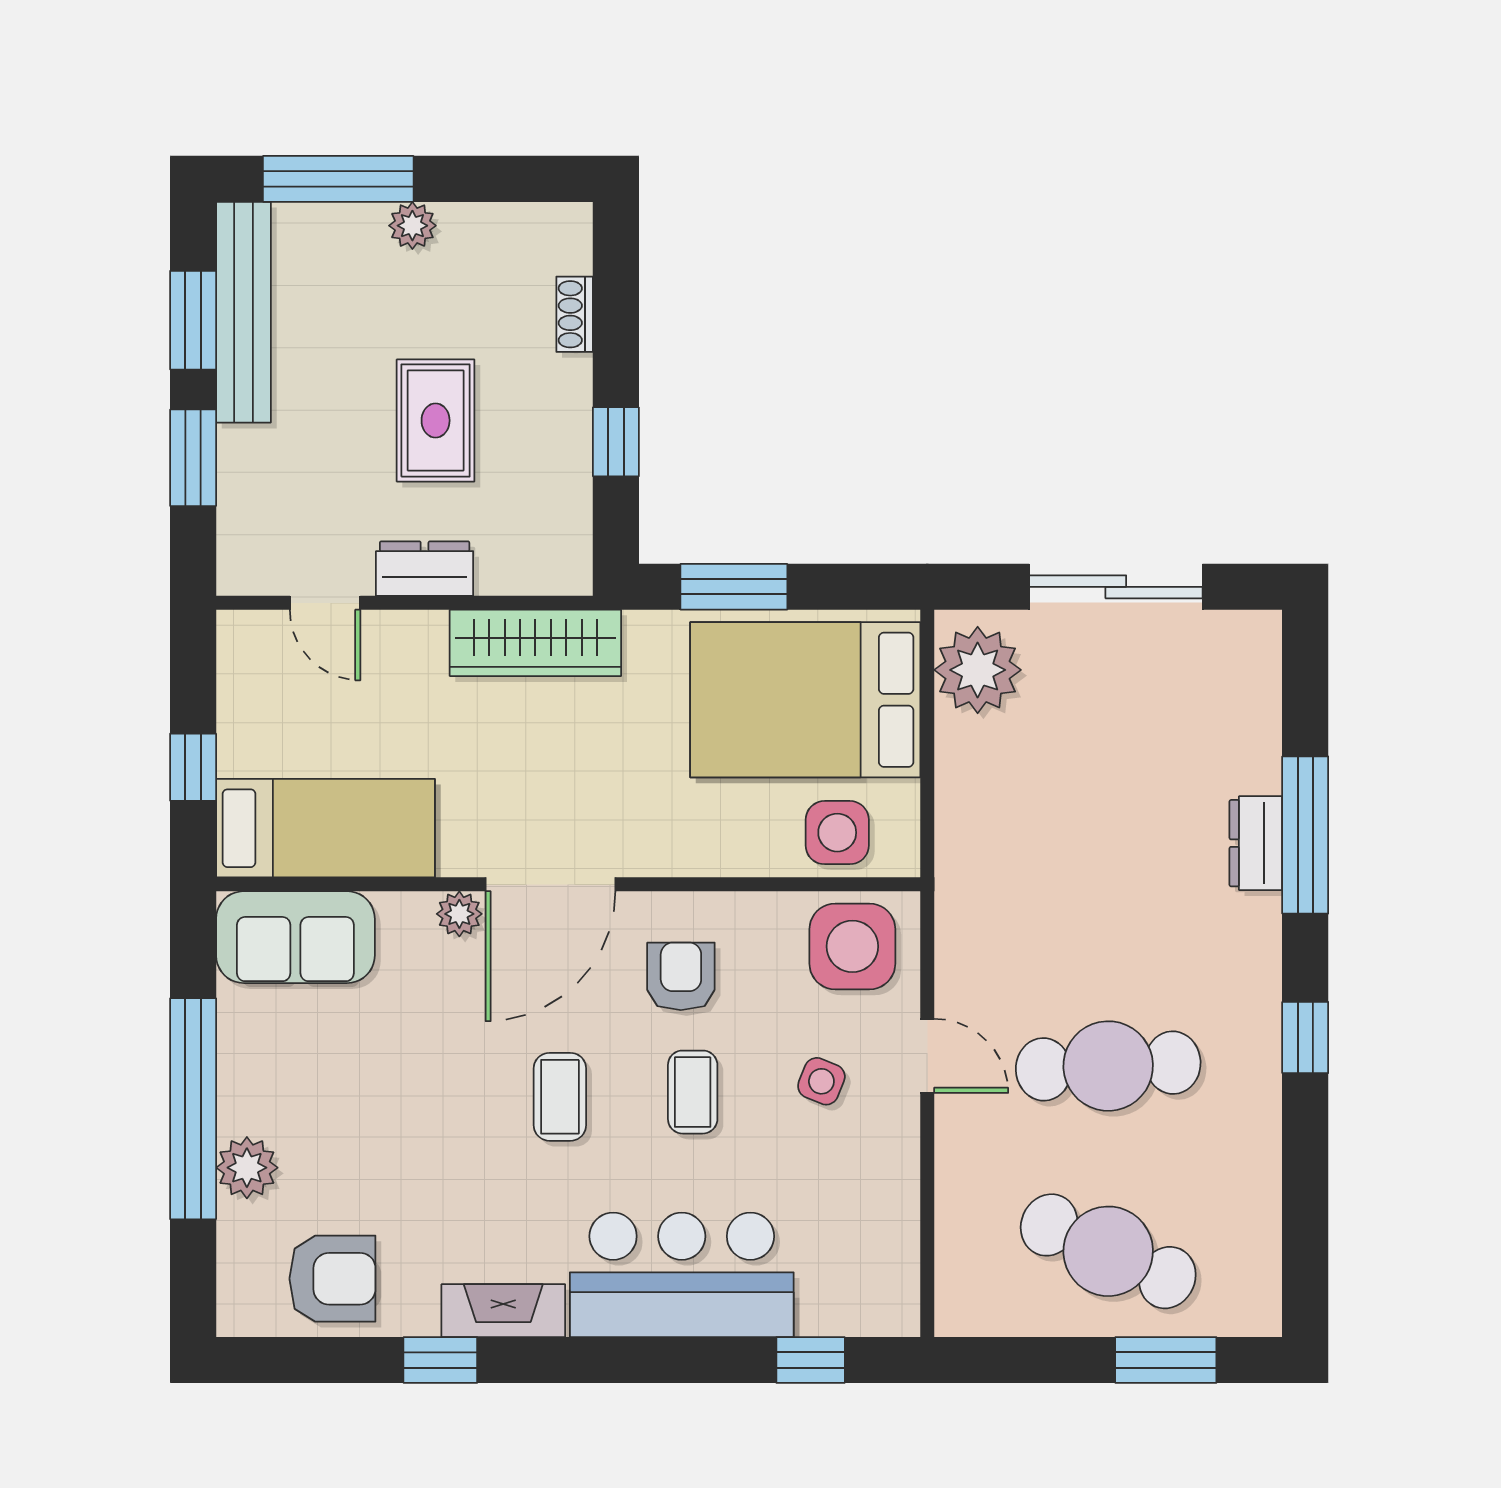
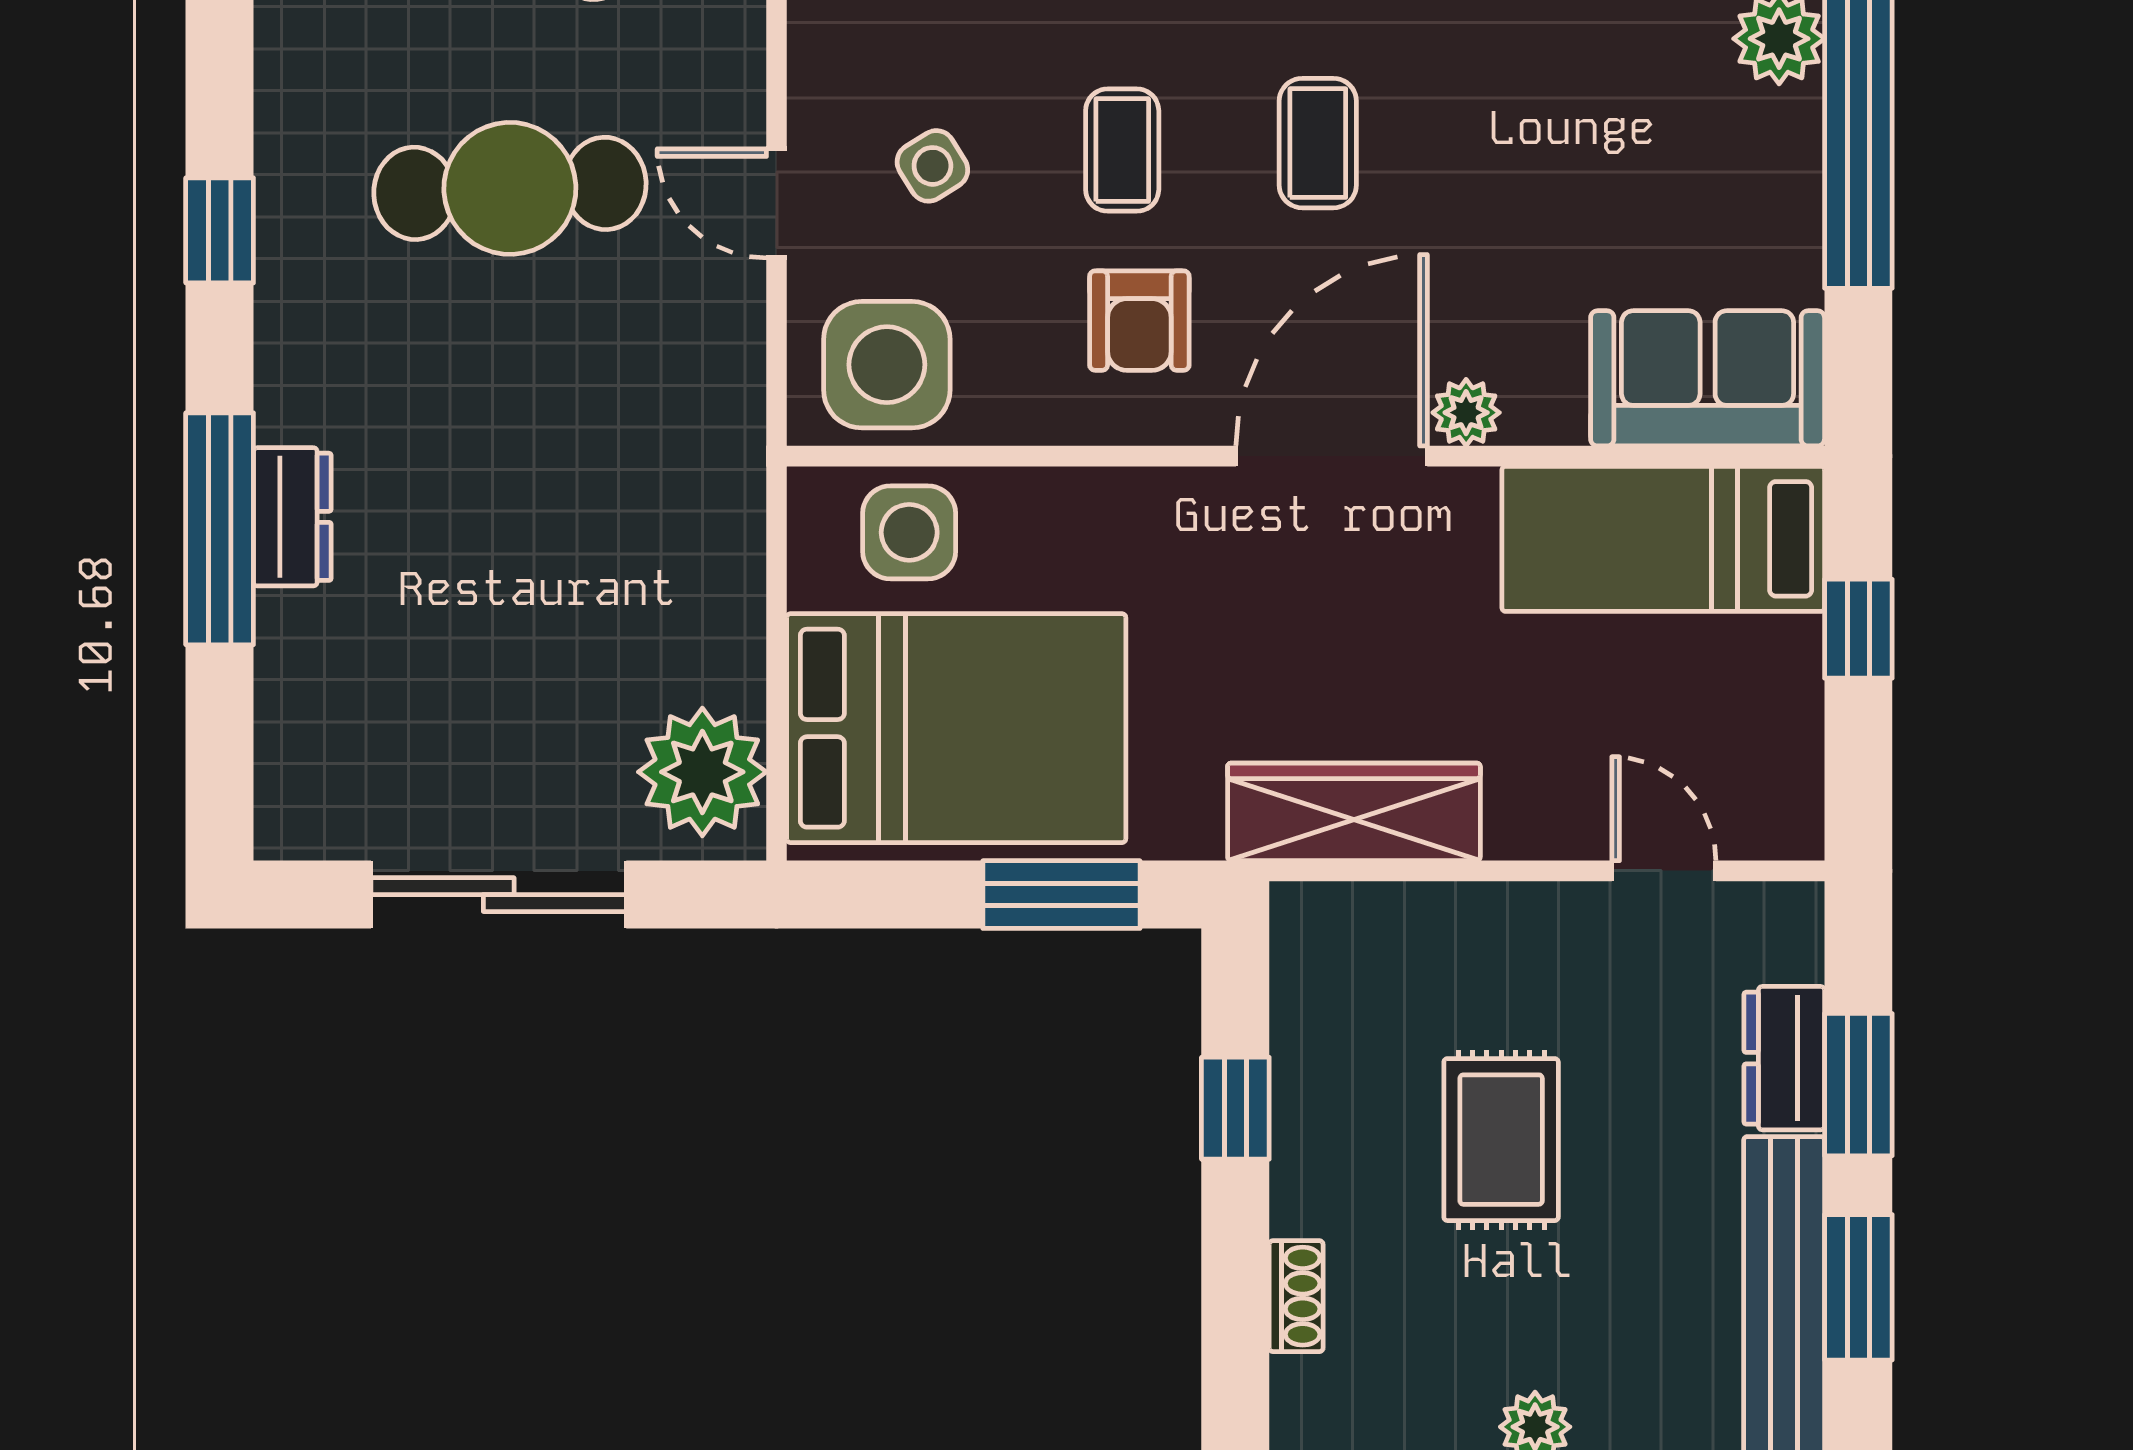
dresser: (425, 569) -> (1784, 1058), moved, turned 90
side table: (821, 1081) -> (932, 166), turned 36

